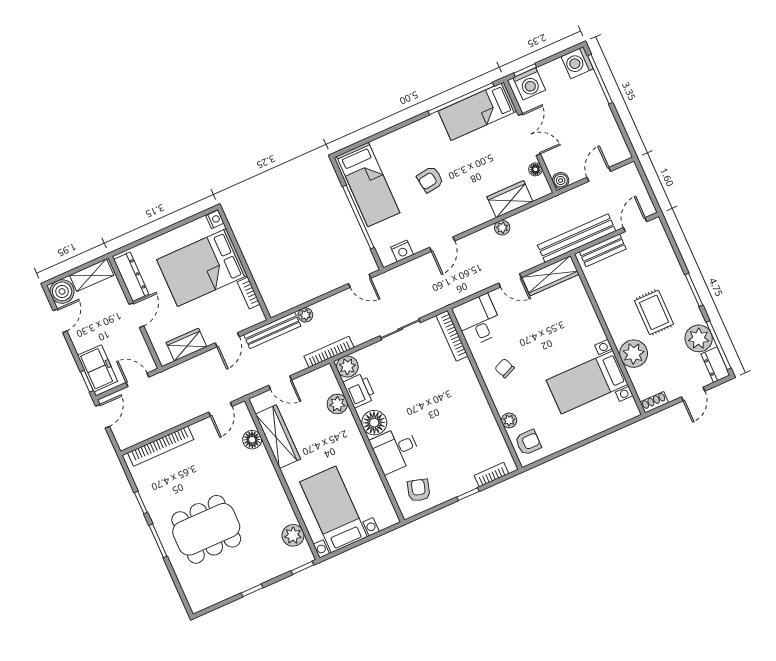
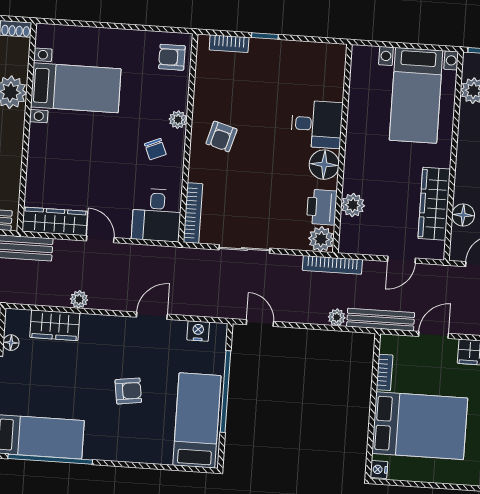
door: (280, 383) -> (401, 260), swing flipped
plant: (509, 420) -> (178, 120), moved
armchair: (419, 490) -> (221, 136), moved

